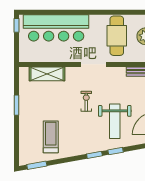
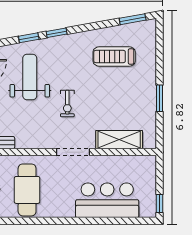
bar counter: (56, 28) -> (107, 200), width x0.73
doorway: (94, 64) -> (73, 152), moved
treadmill: (51, 137) -> (114, 56), turned 90

